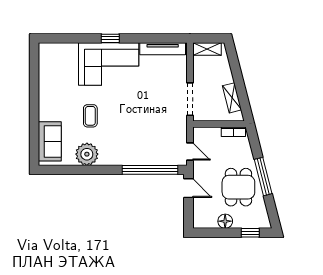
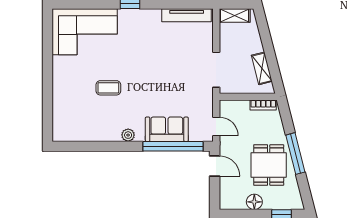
corner sofa: (109, 64) -> (85, 32), moved
coffee table: (90, 116) -> (108, 88), turned 90
sofa: (50, 141) -> (167, 129), moved, turned -90
plant: (87, 154) -> (128, 135), moved, width x0.53, depth x0.53

